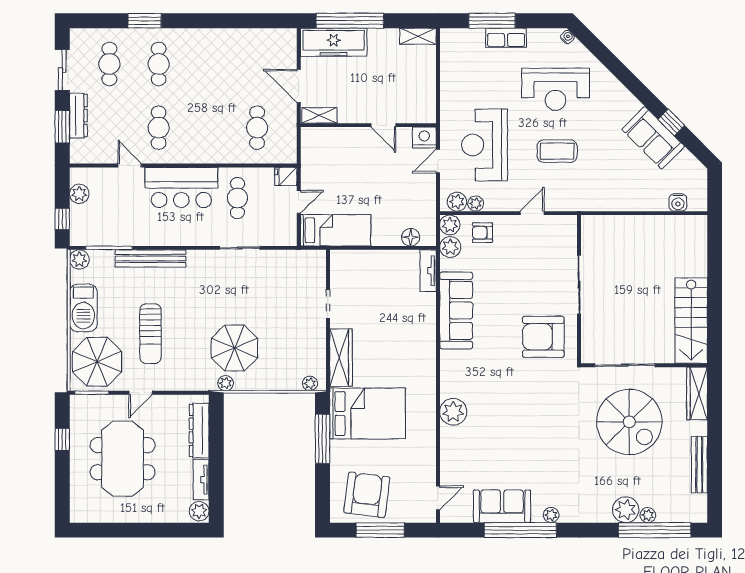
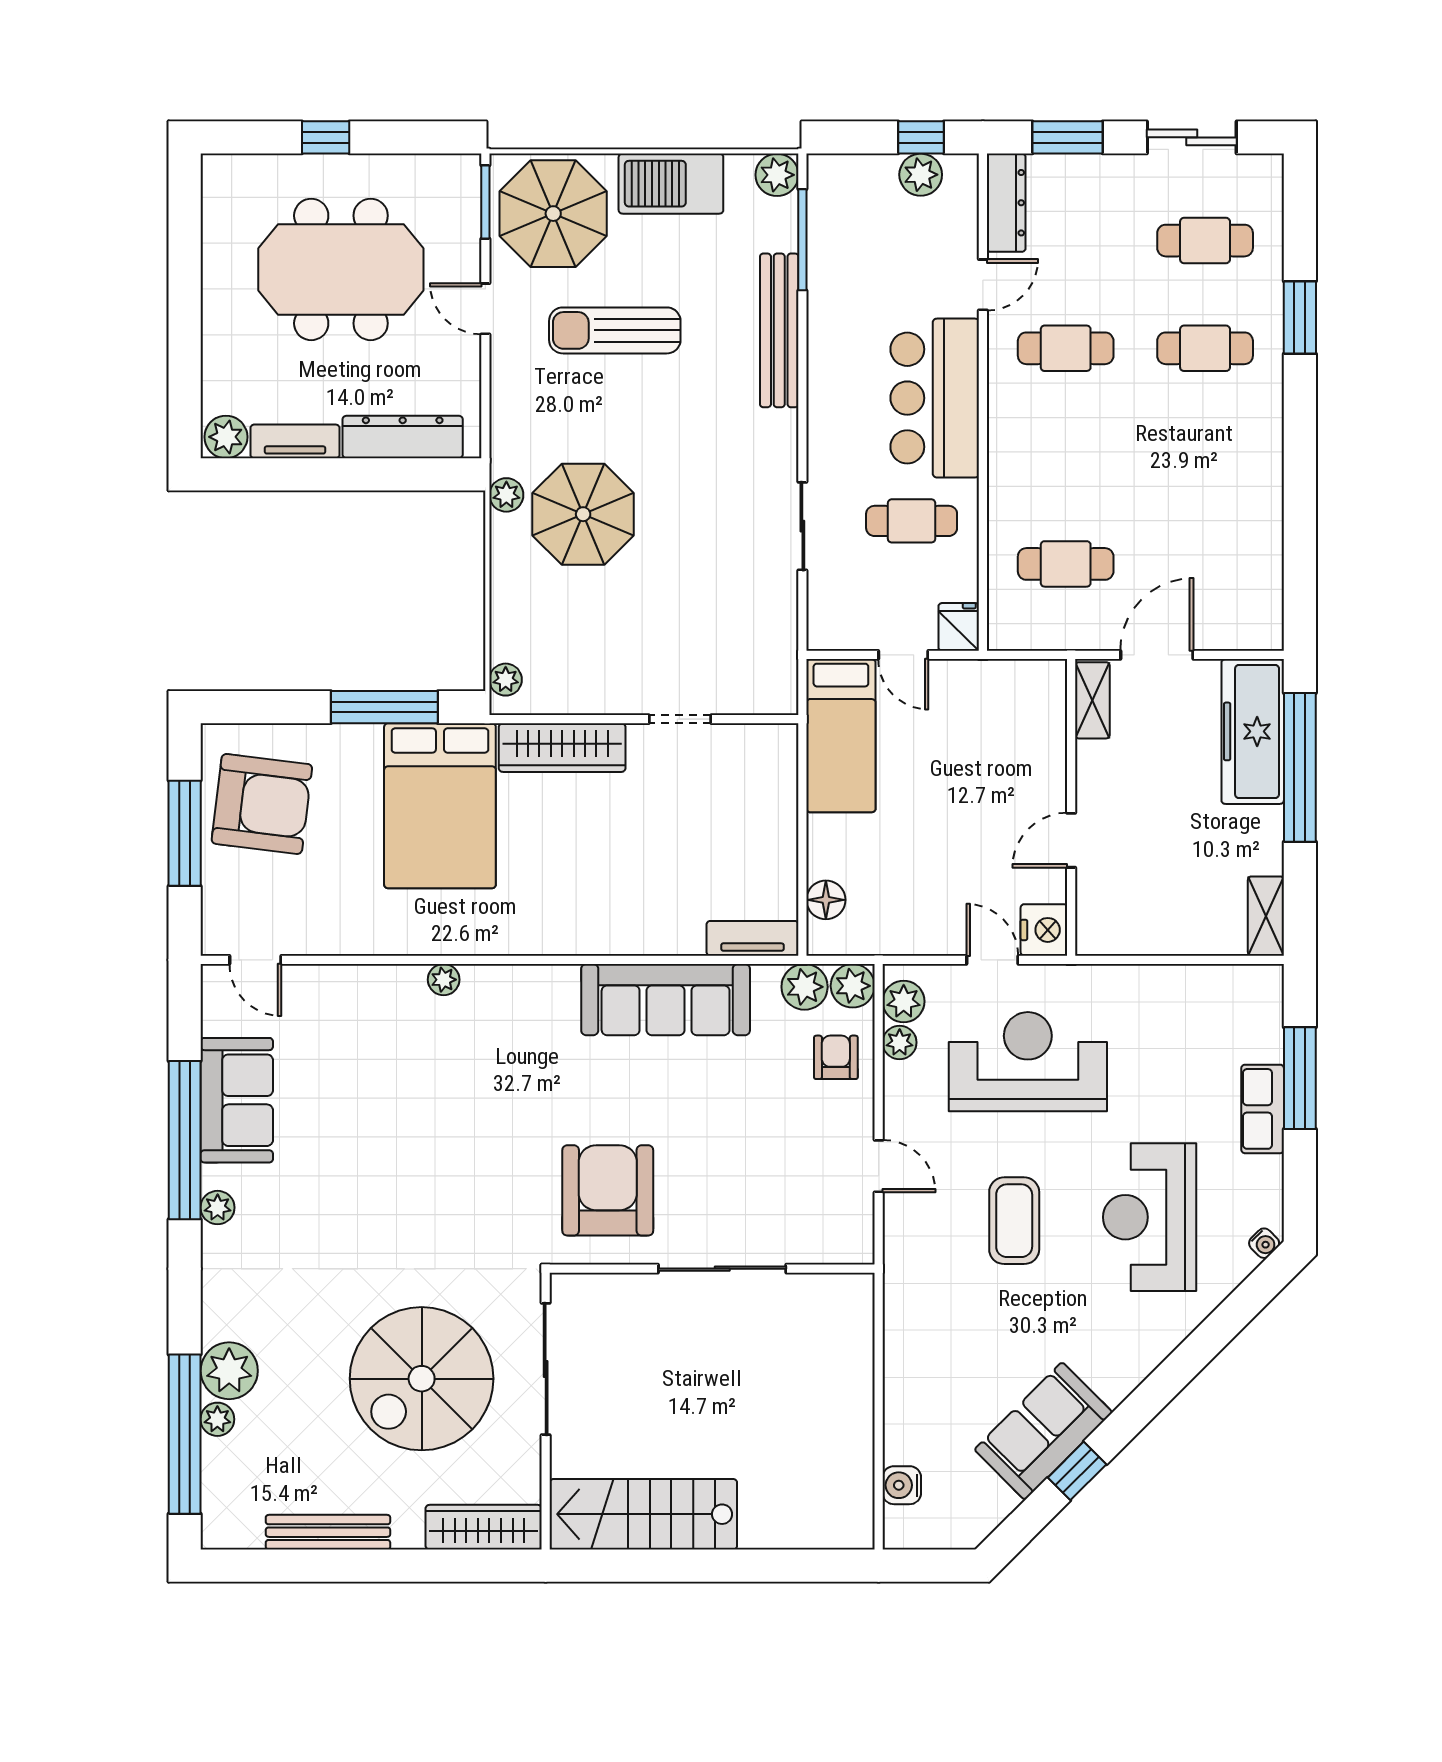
dresser: (78, 116) -> (1006, 203), moved, turned -90
window: (62, 219) -> (921, 137), moved
plant: (453, 412) -> (444, 980), width x0.53, depth x0.53
window: (62, 439) -> (326, 137), moved

